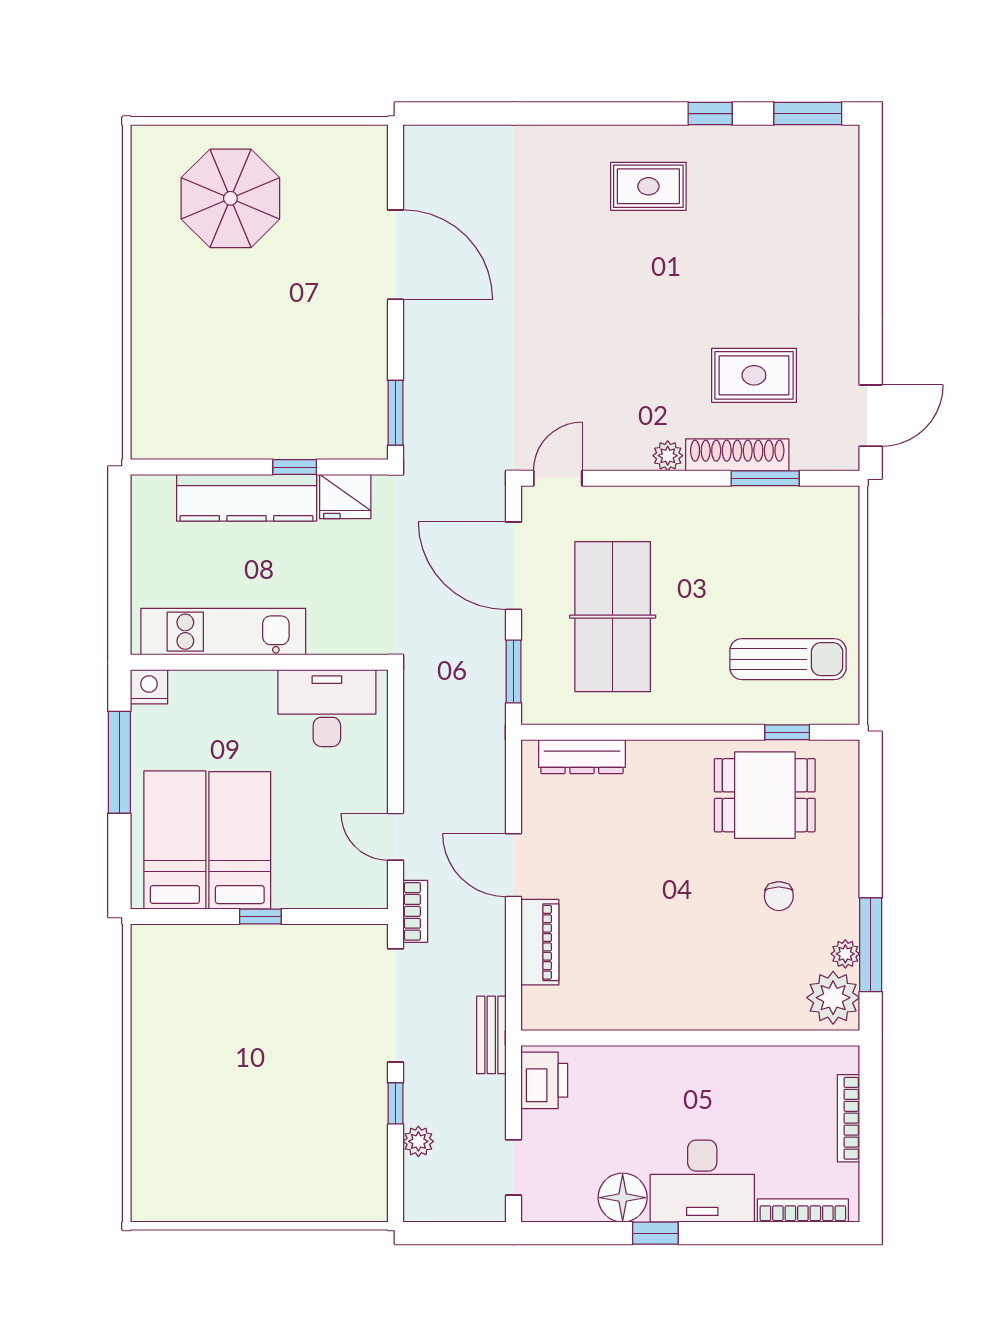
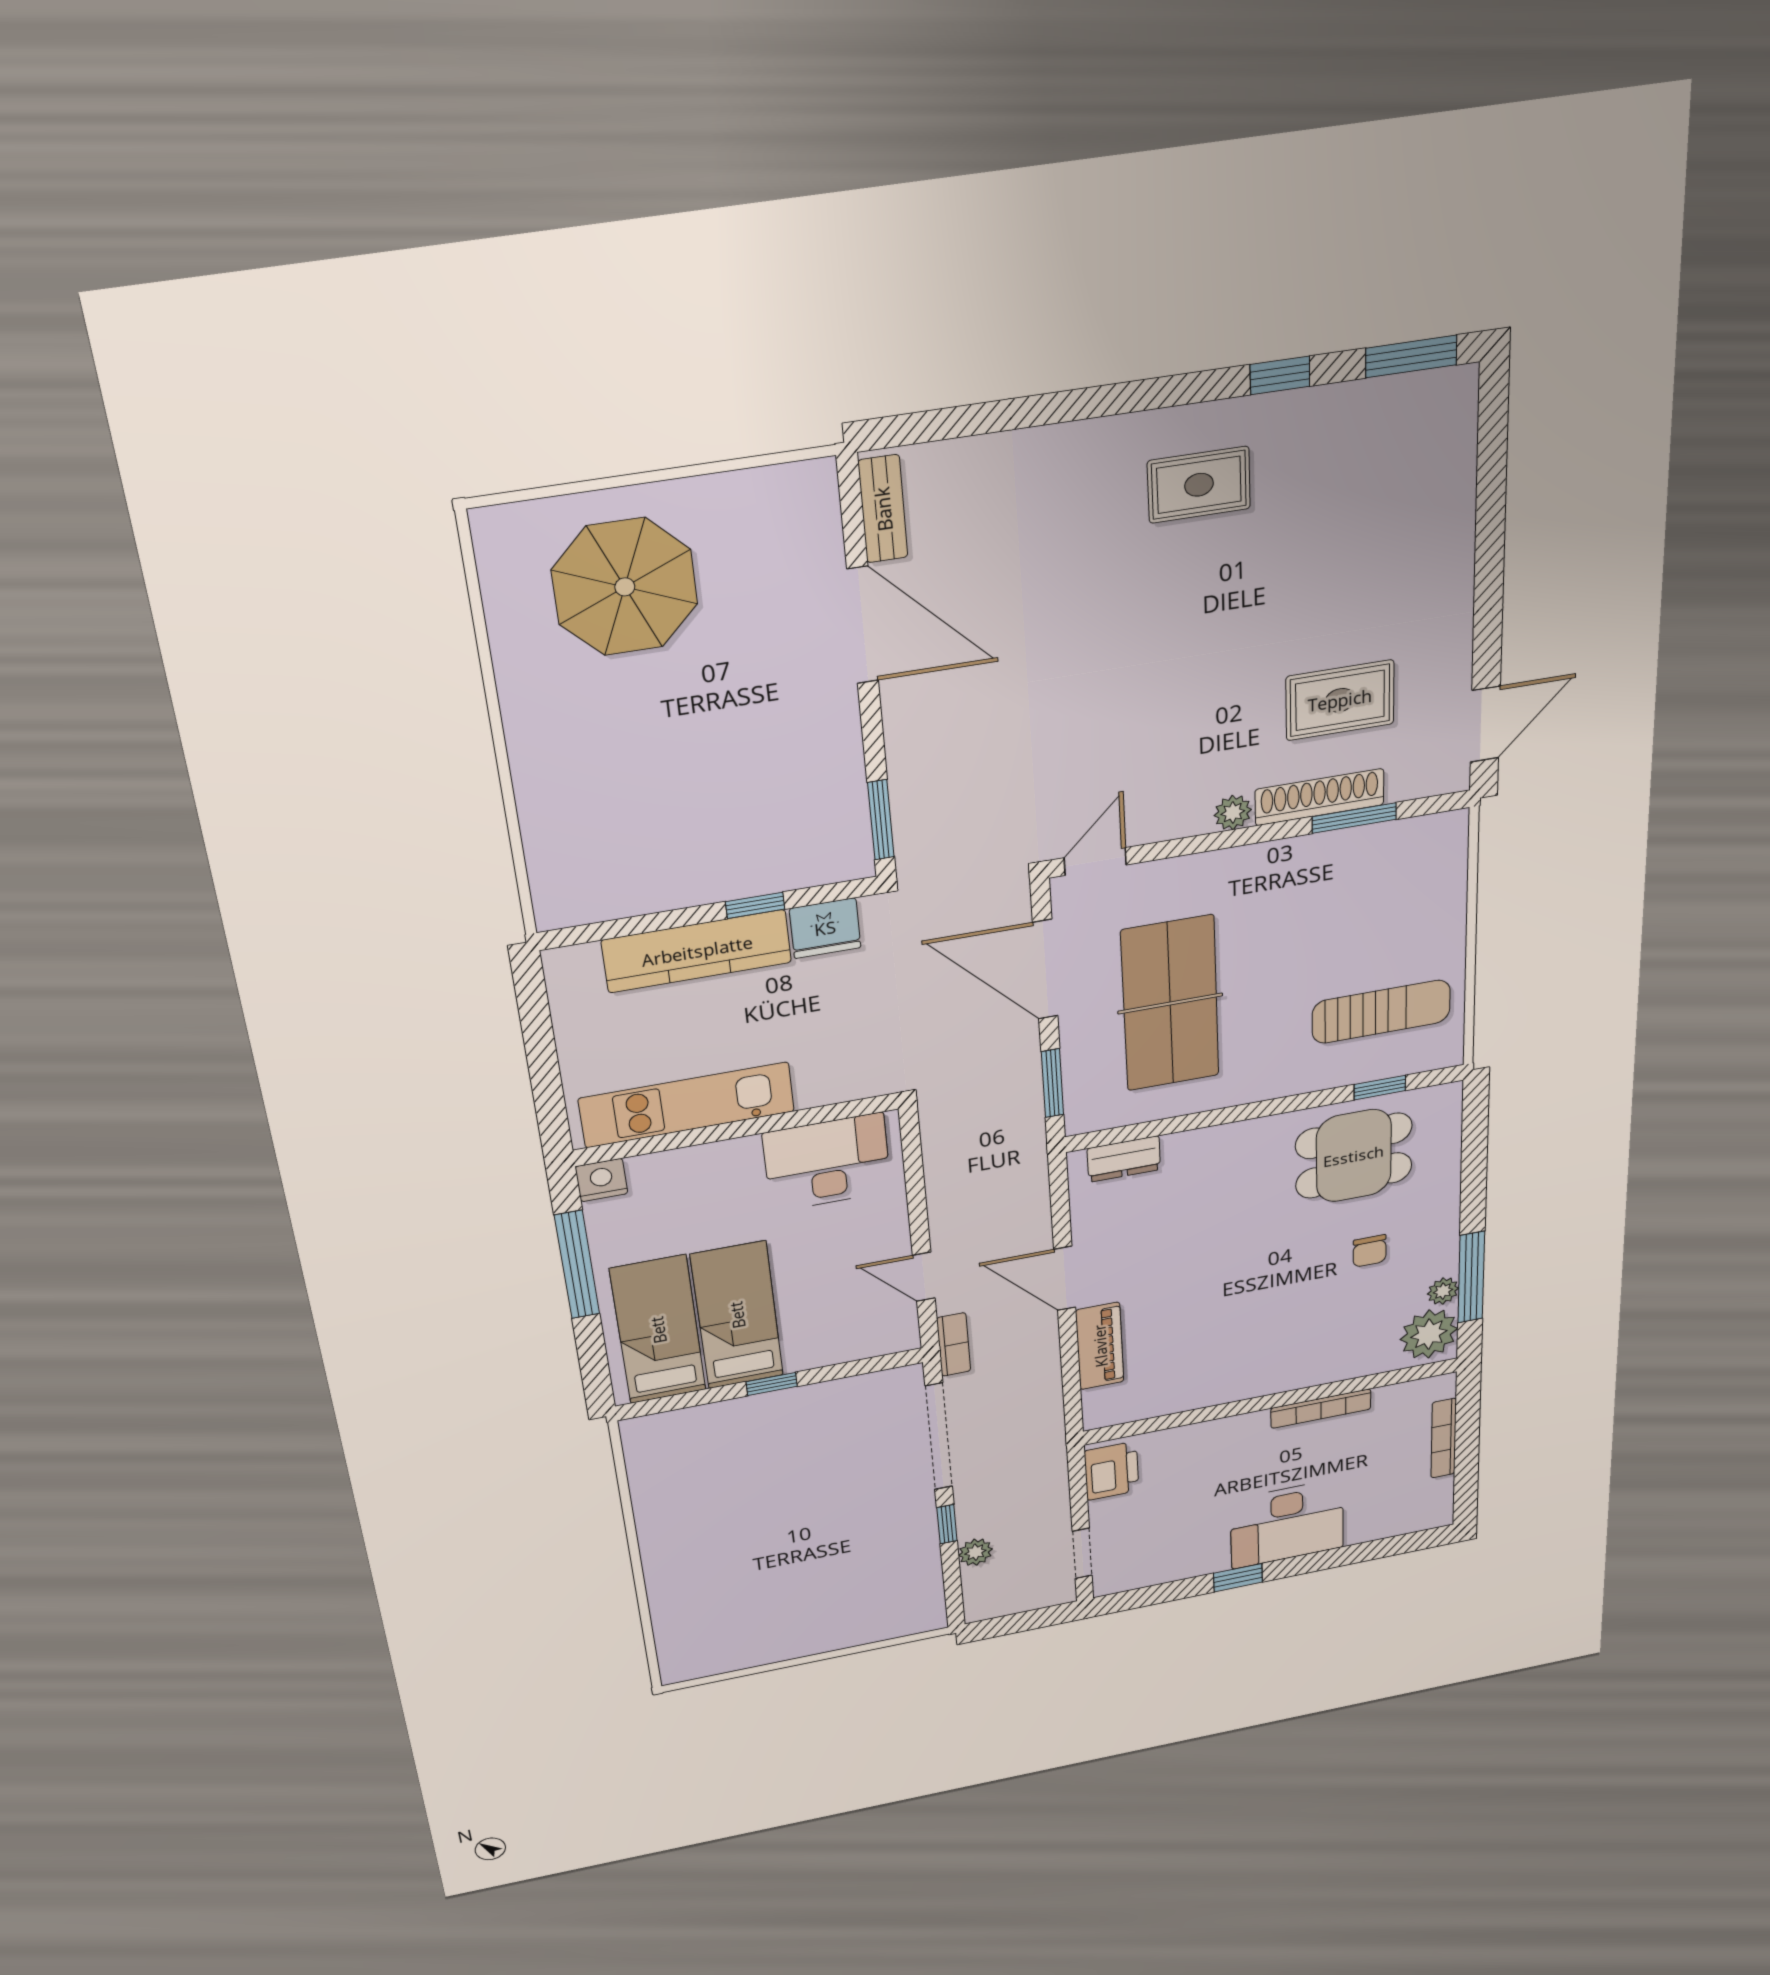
dresser: (582, 757) -> (1124, 1159), width x0.70
bench: (491, 1035) -> (883, 509), moved
floor lamp: (623, 1198) -> (1202, 1555), removed
bookcase: (803, 1210) -> (1321, 1409), moved, turned 180

